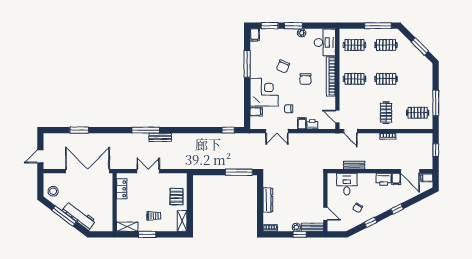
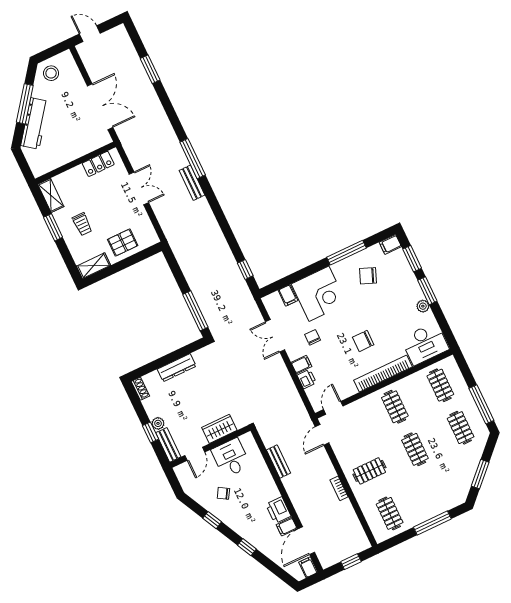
chair: (283, 66) -> (368, 276), moved
window: (436, 103) -> (432, 523), moved
double door: (88, 171) -> (100, 107), width x0.73
desk: (347, 184) -> (231, 458), moved, turned -90
wardrobe: (317, 192) -> (219, 429), added

